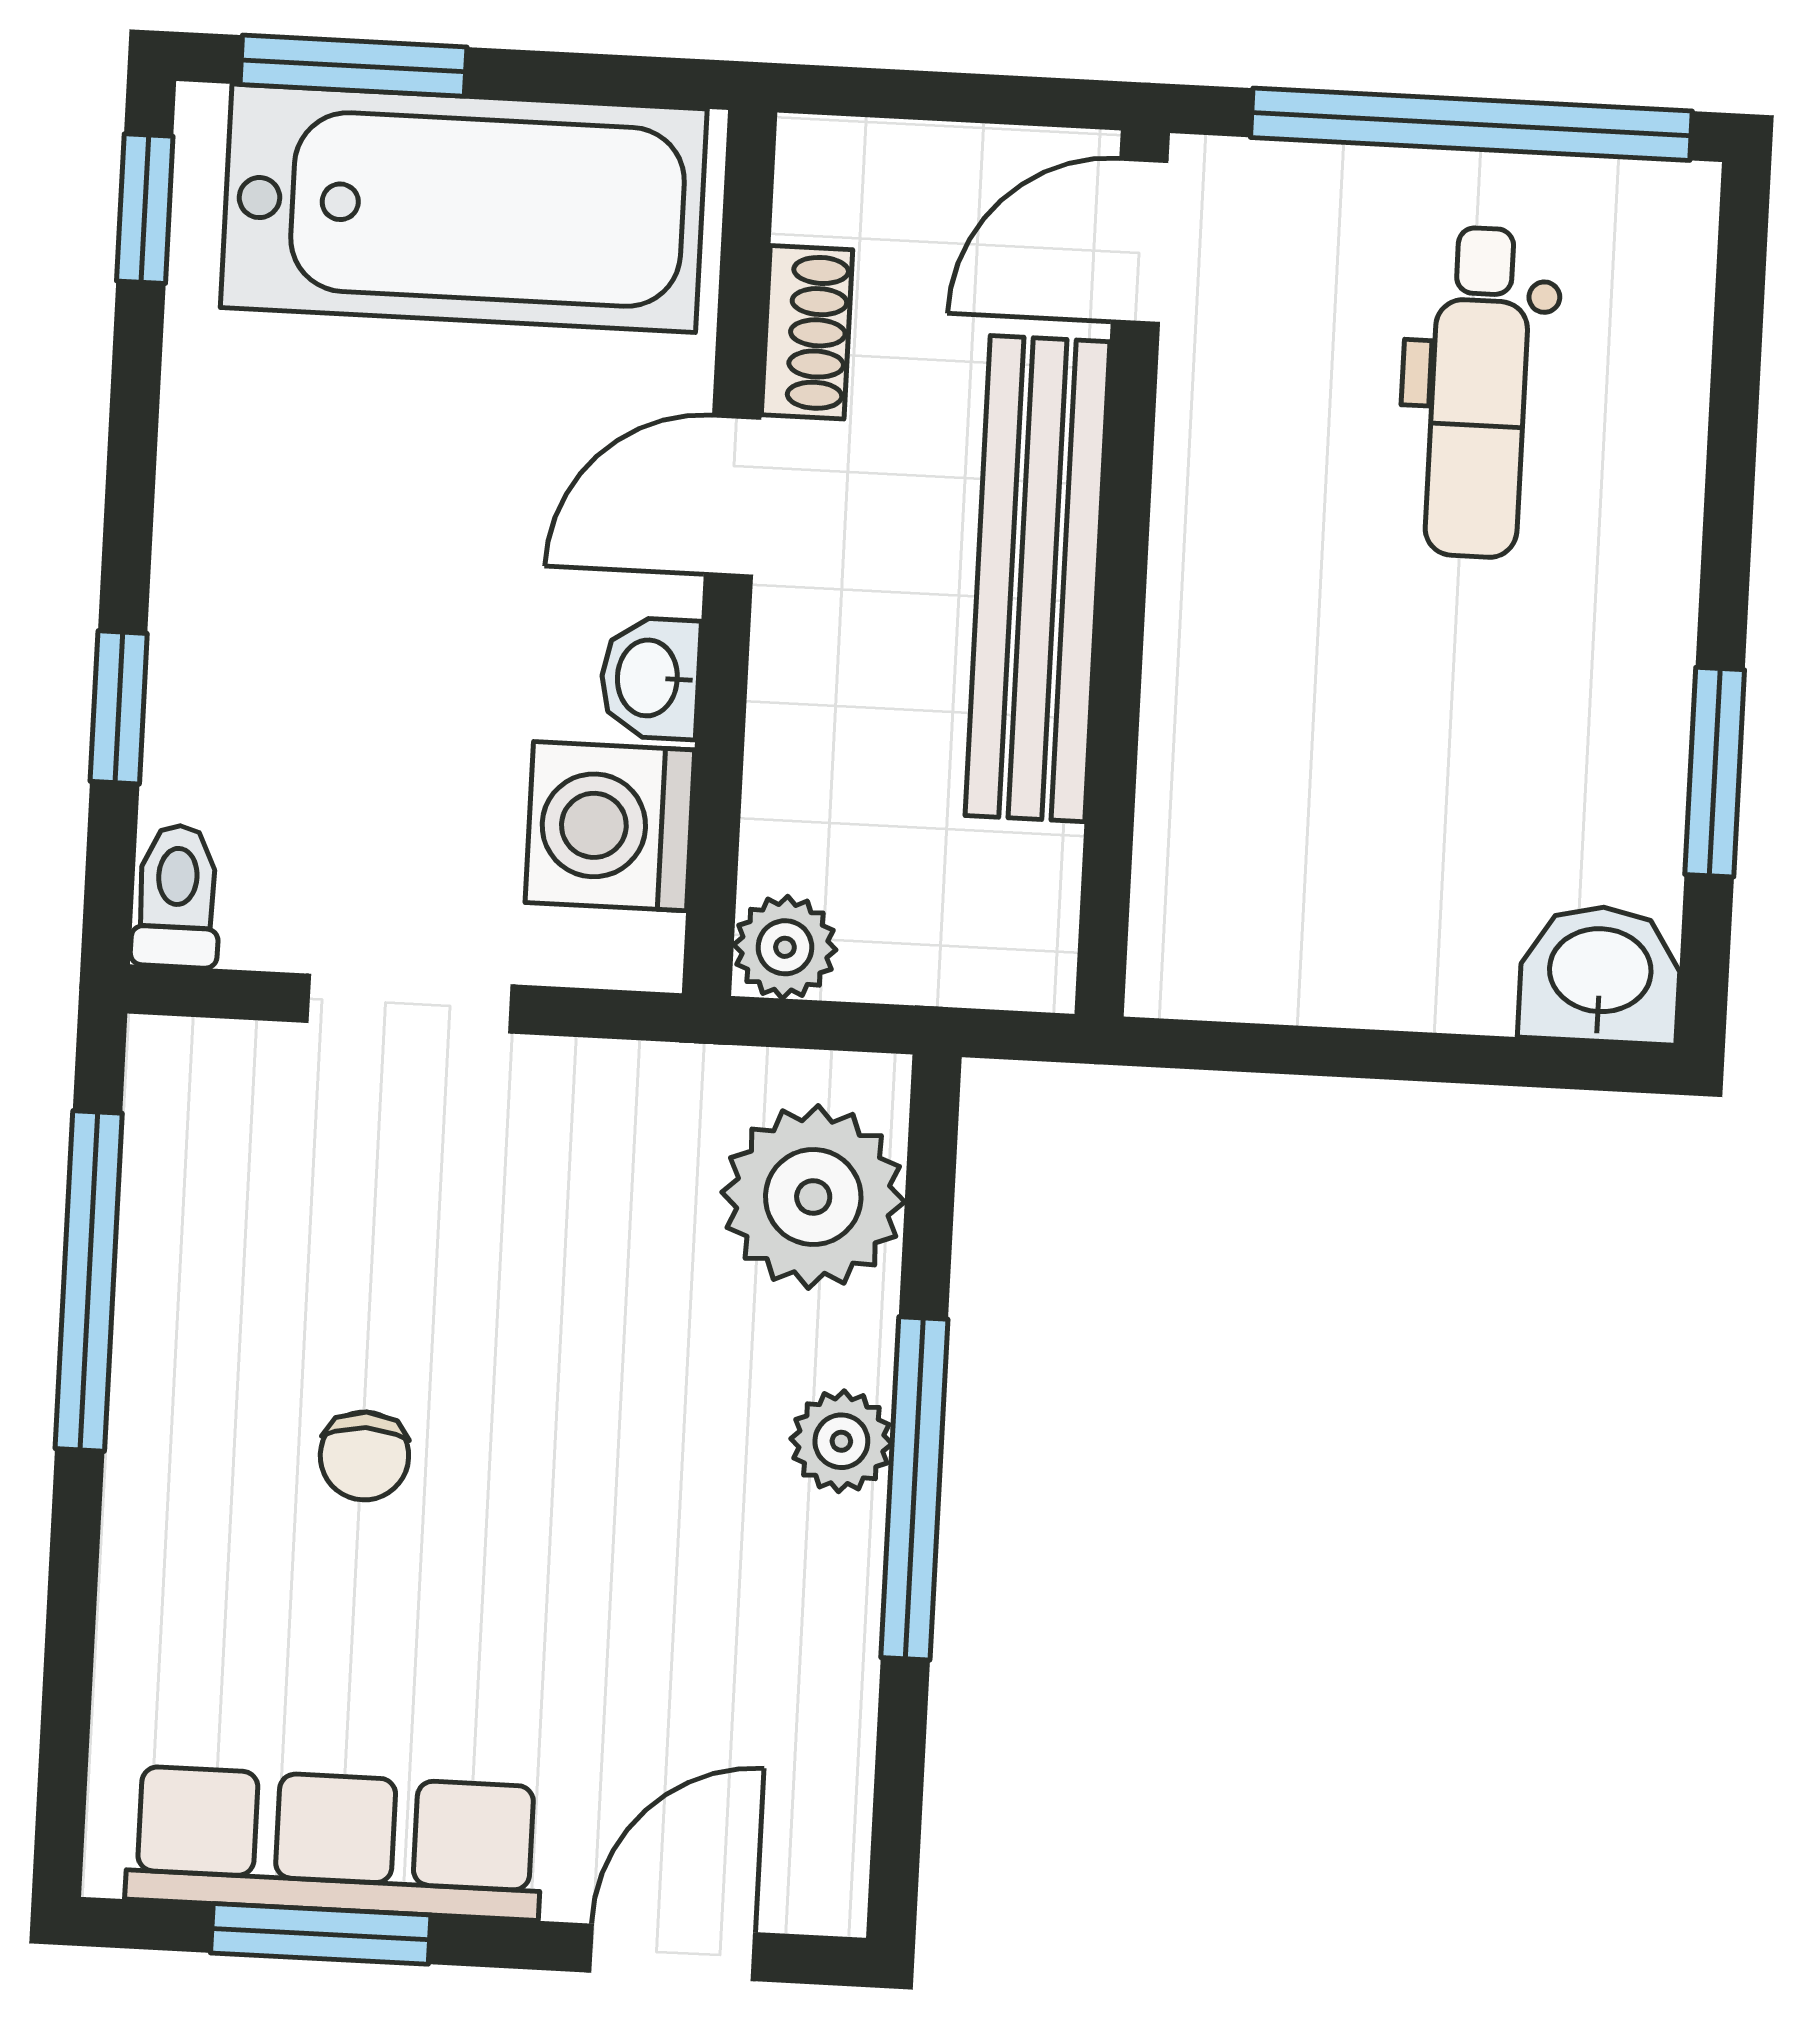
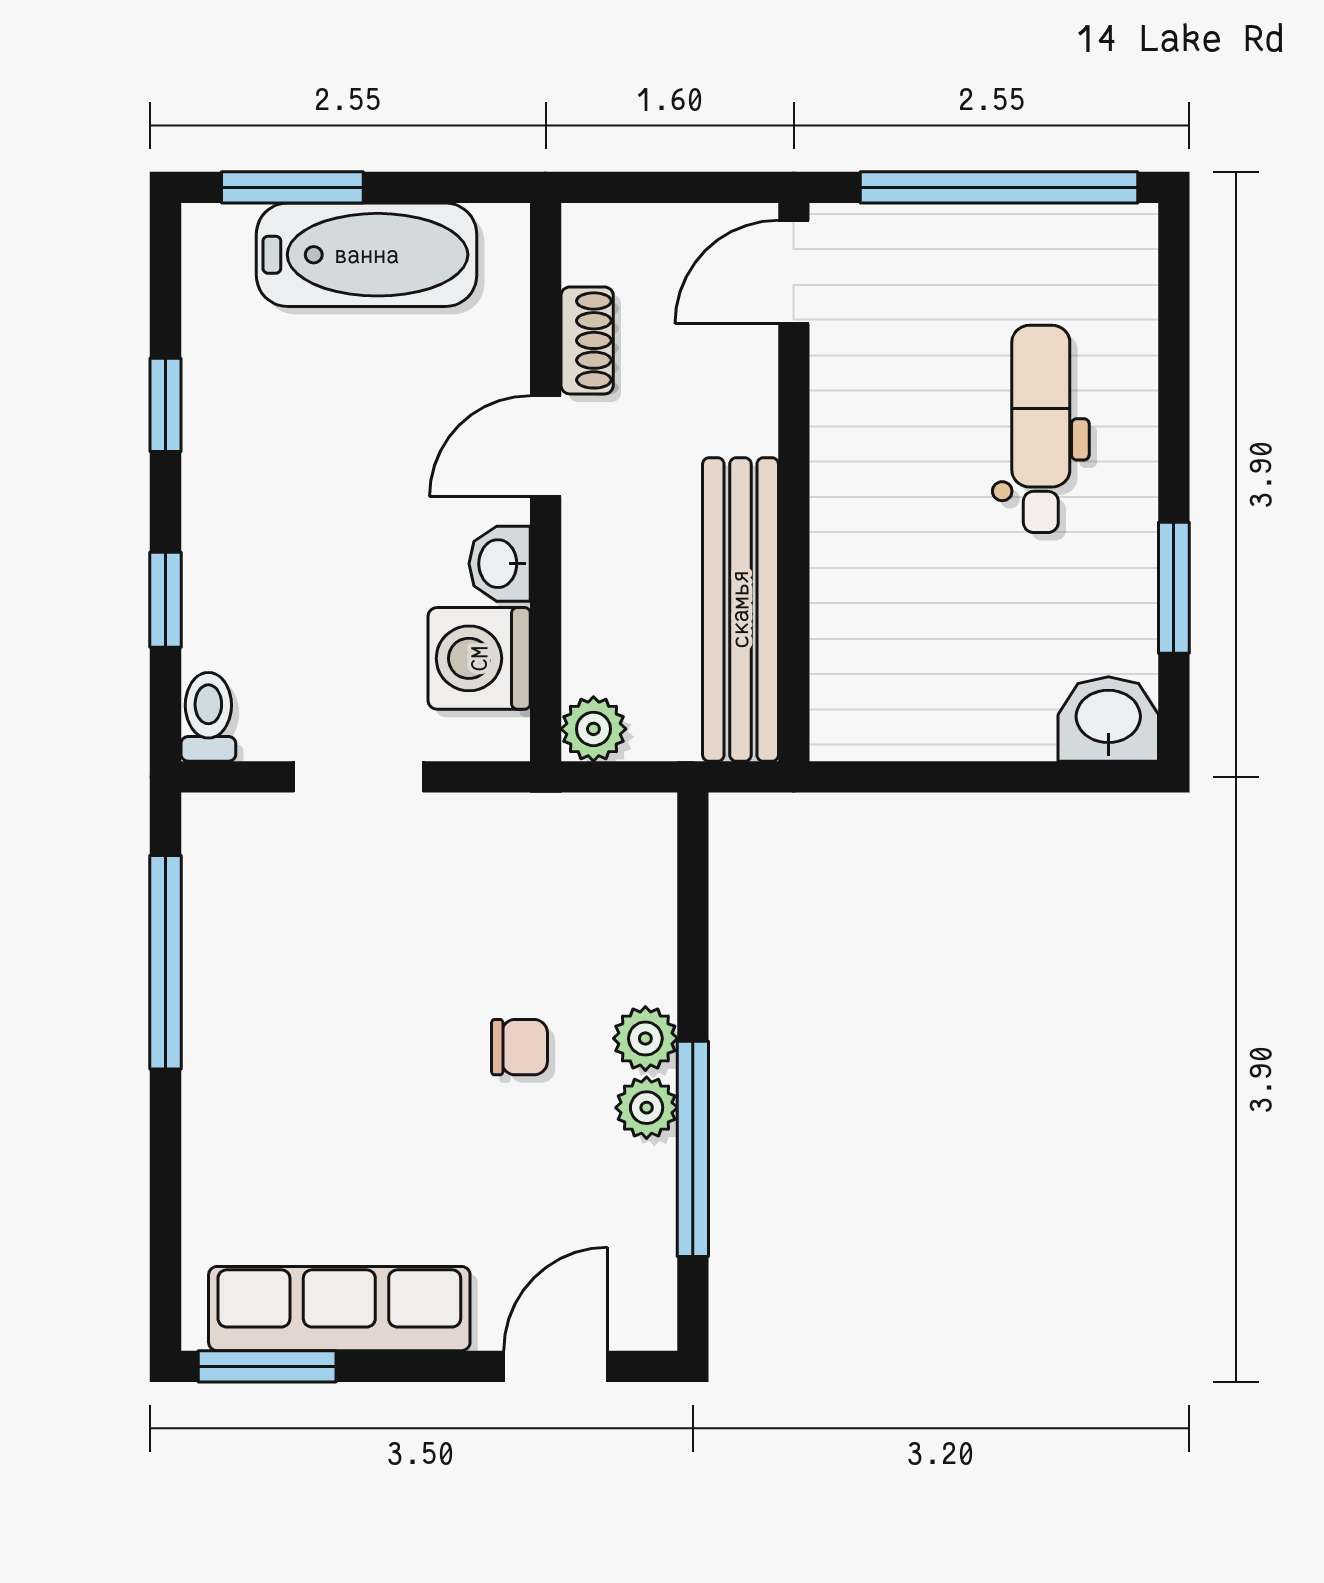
bathtub: (464, 208) -> (367, 255), width x0.73, depth x0.73
window: (145, 209) -> (165, 405), moved
dental chair: (1478, 392) -> (1041, 429), moved, turned 180
bench: (1037, 579) -> (740, 609), moved
plant: (813, 1197) -> (647, 1108), moved, width x0.53, depth x0.53
chair: (364, 1456) -> (520, 1047), moved, turned -90
window: (914, 1488) -> (693, 1149), moved
window: (321, 1934) -> (267, 1366), moved

